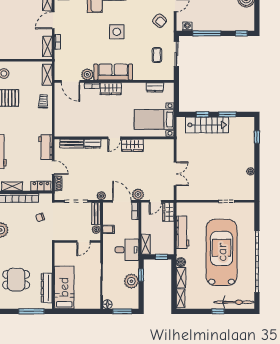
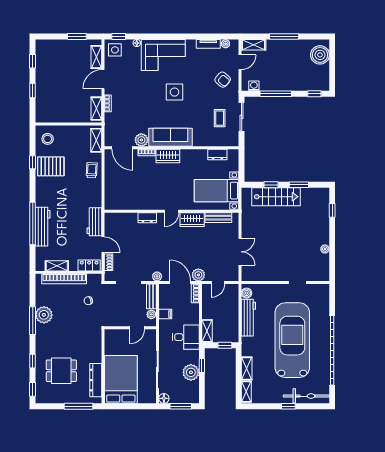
bench: (72, 144) -> (218, 218), moved
wardrobe: (168, 212) -> (233, 295), removed
boiler: (181, 262) -> (247, 293), moved
bed: (64, 287) -> (121, 379), width x1.50

